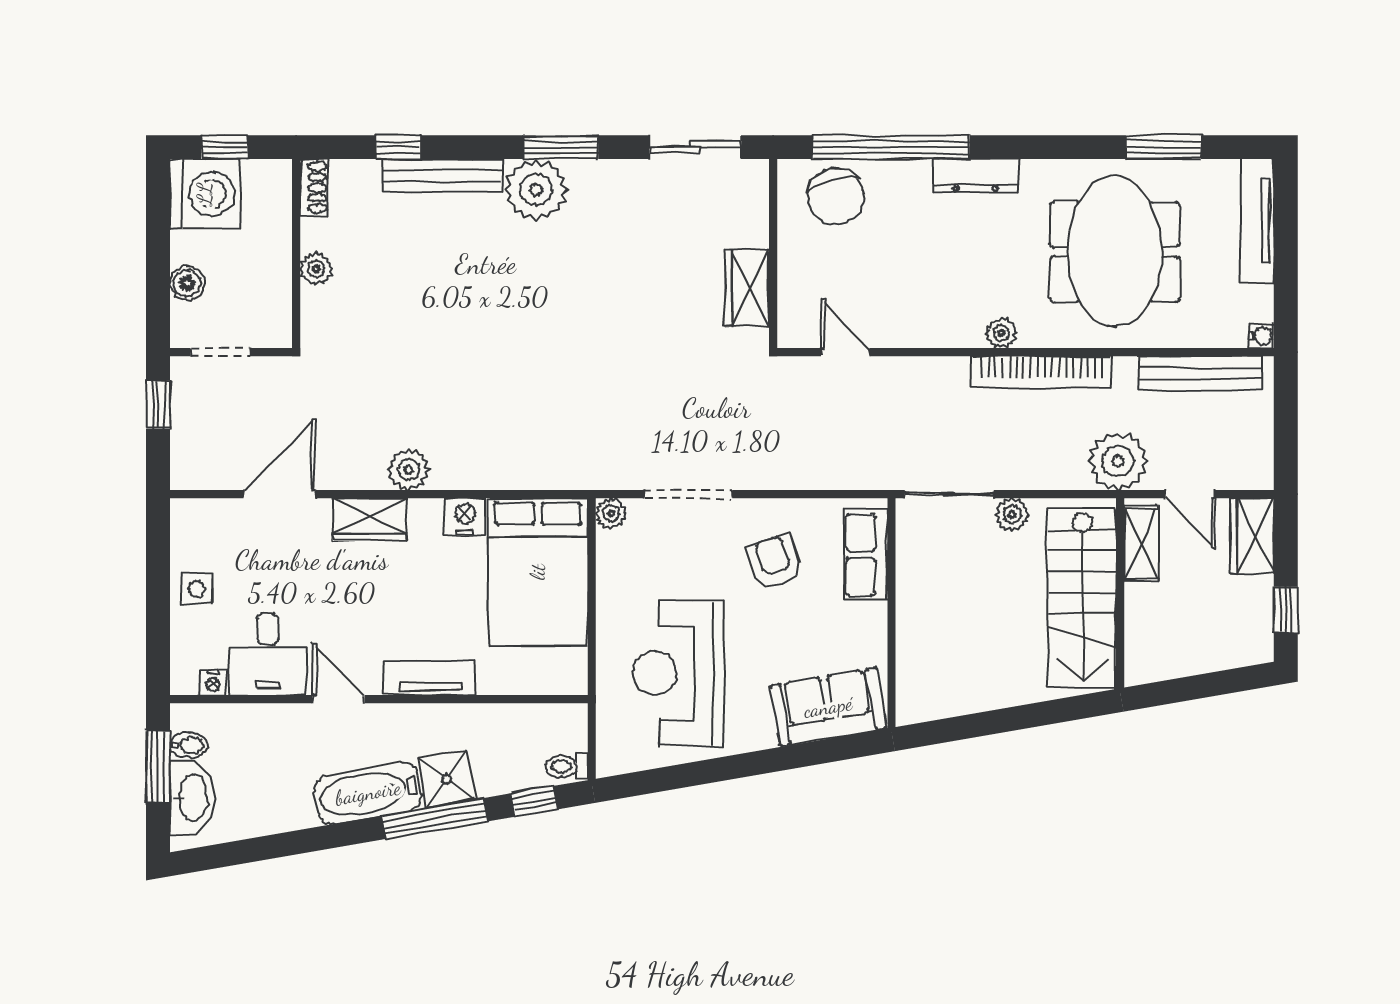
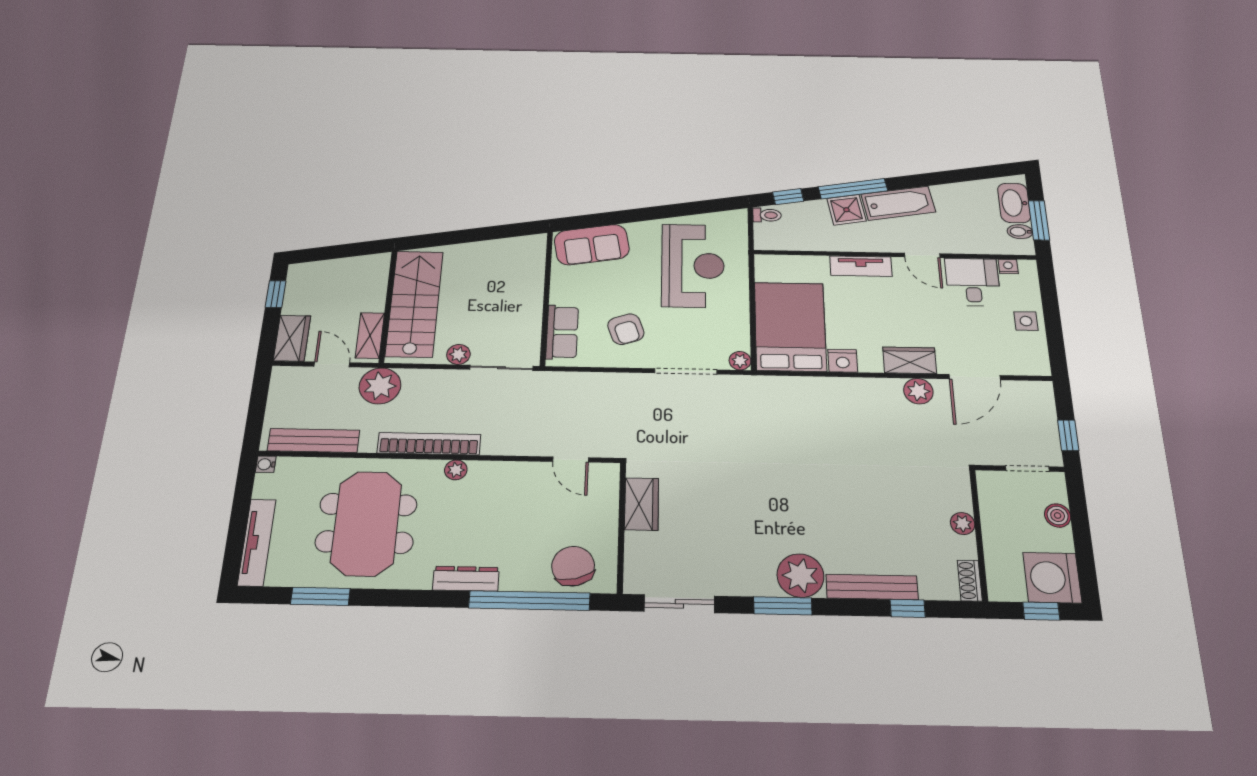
plant: (409, 470) -> (918, 391), moved

